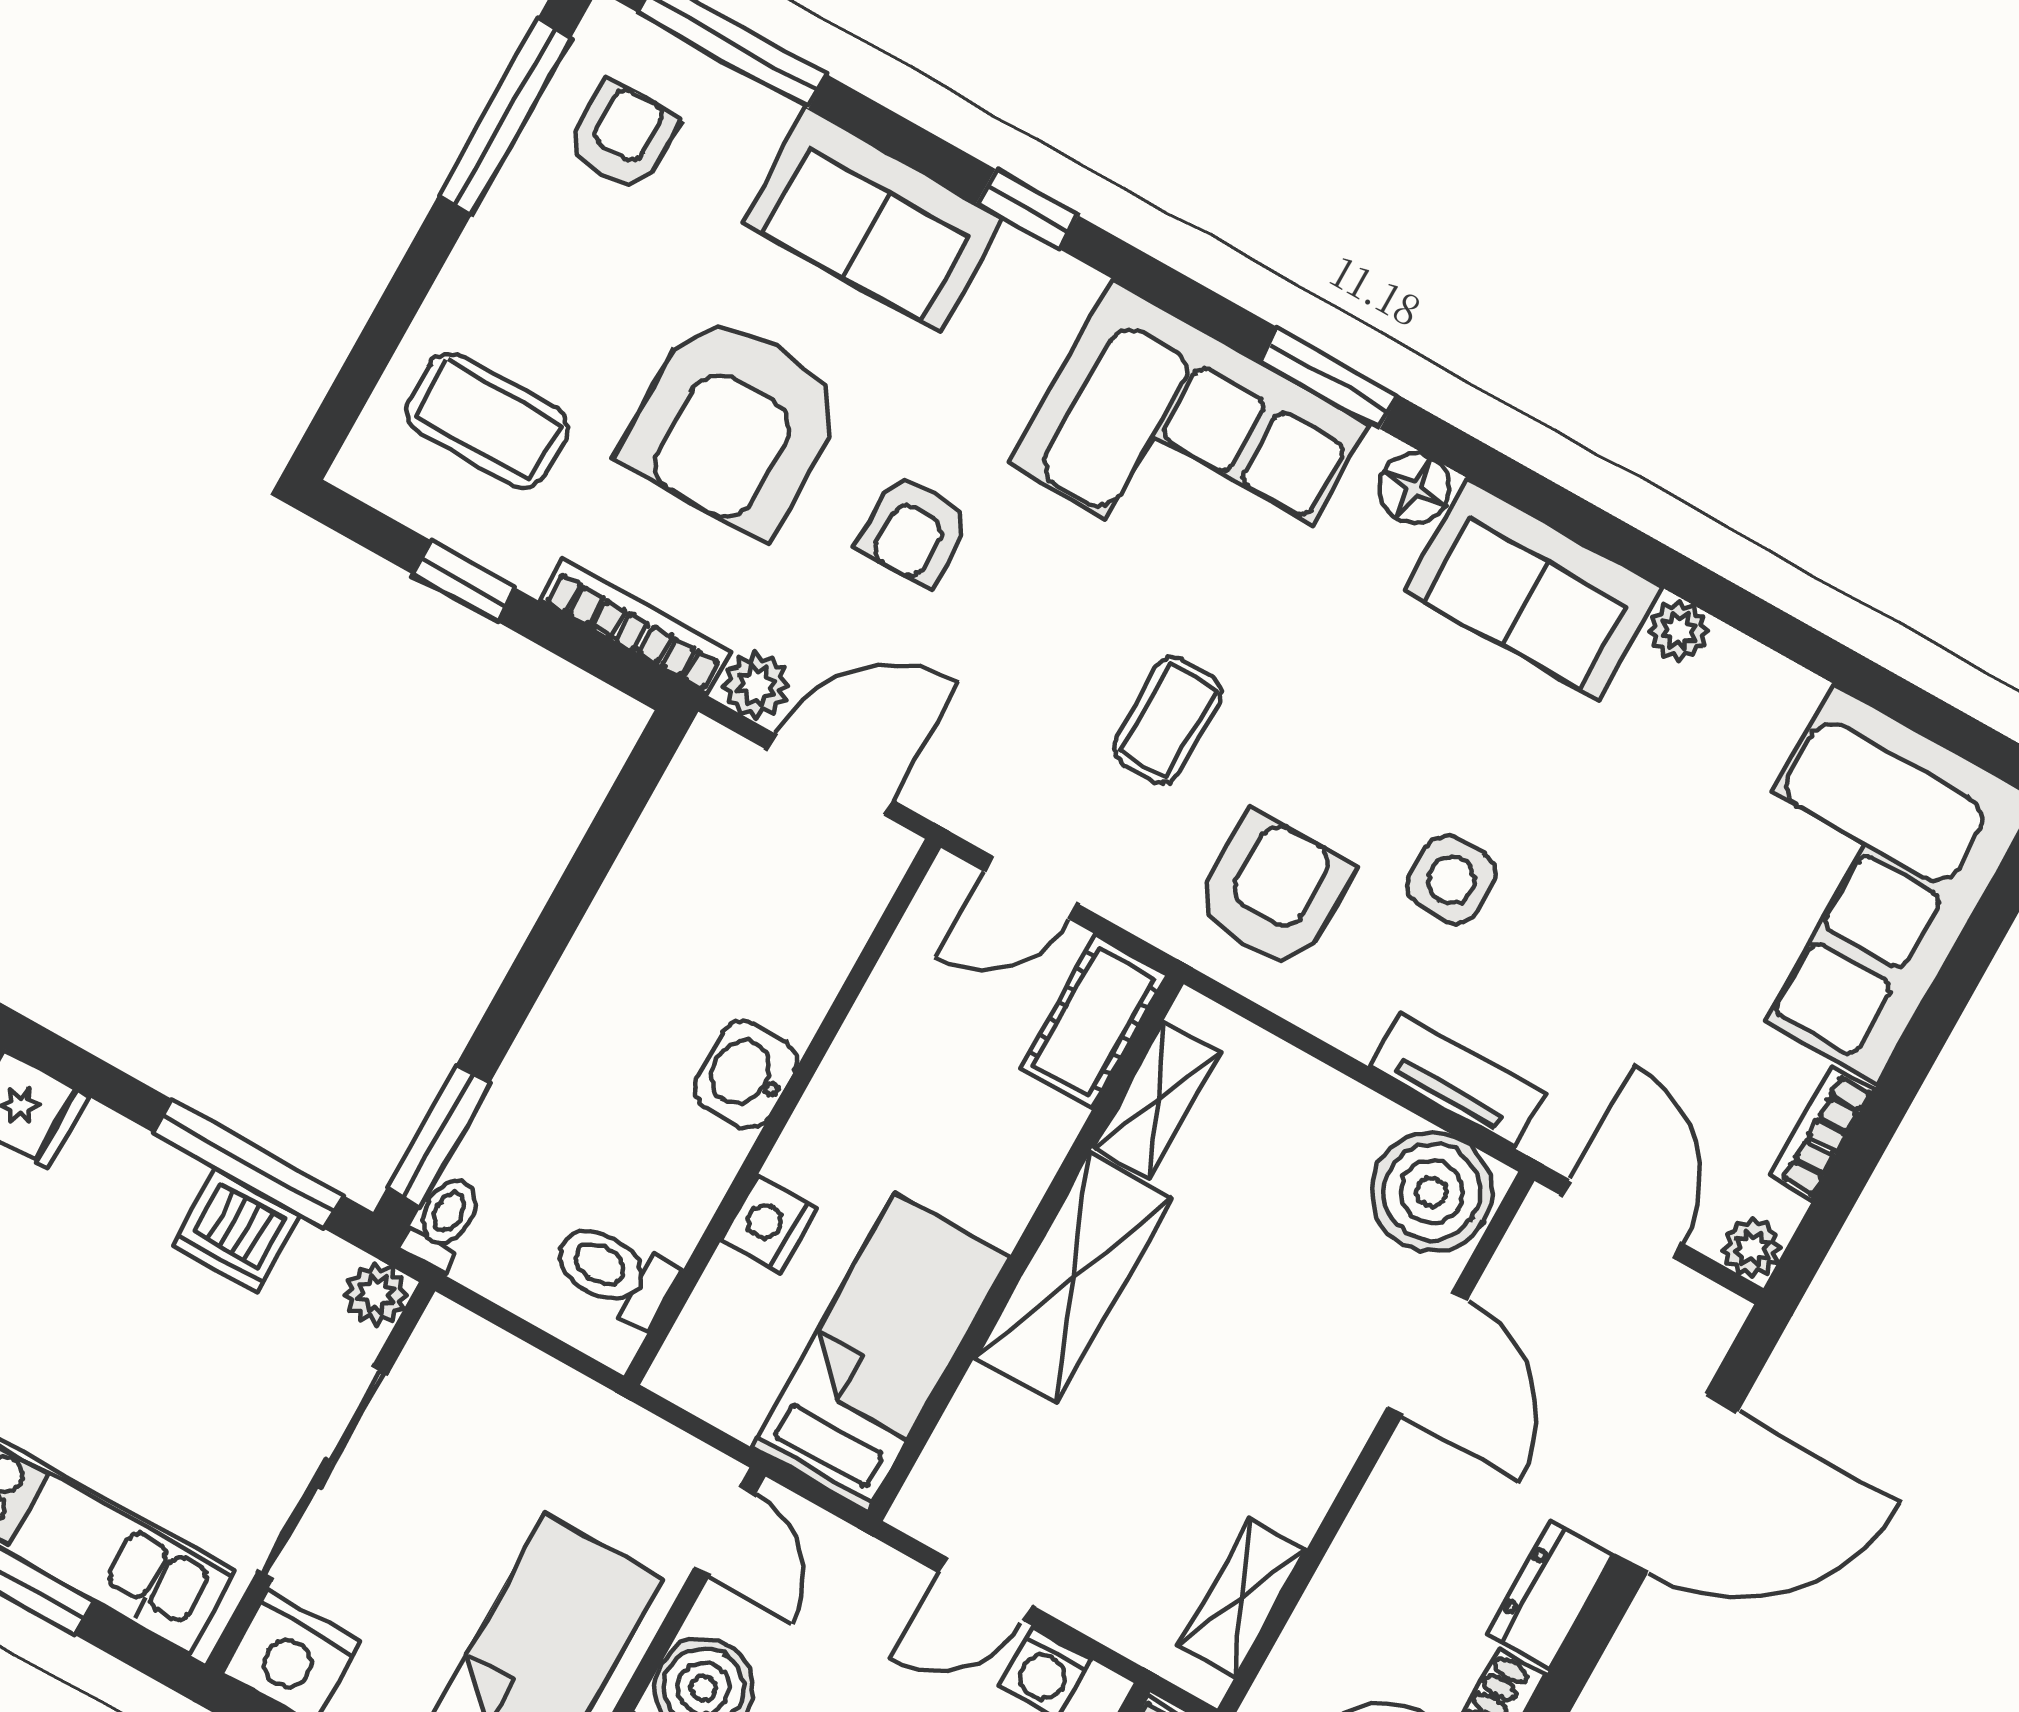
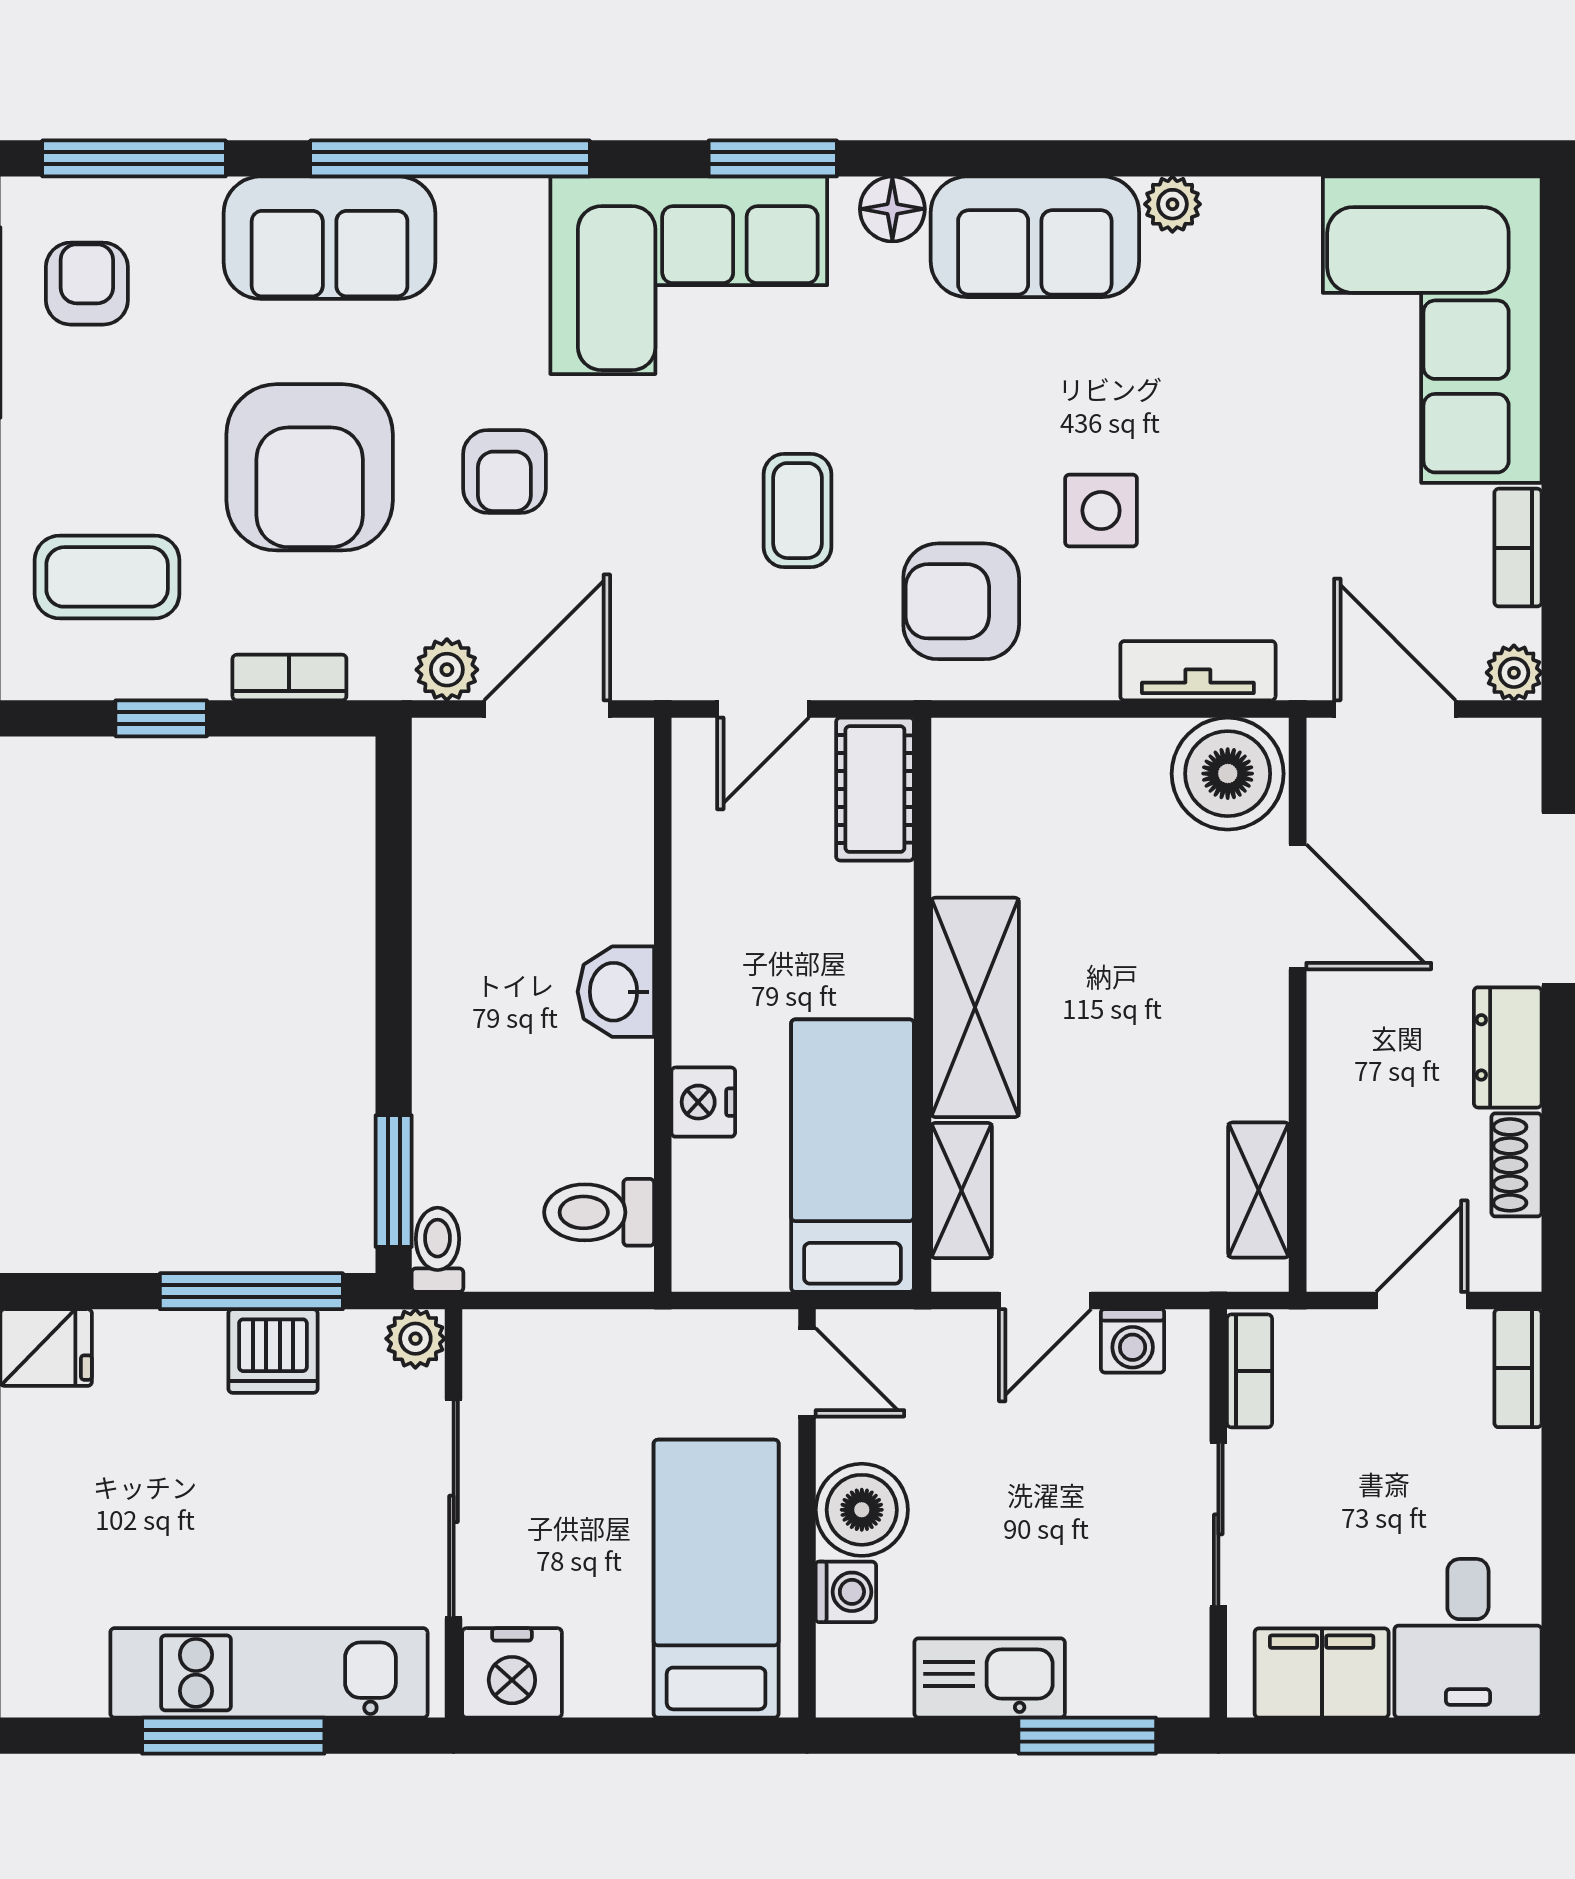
window: (1027, 209) -> (450, 158), width x3.17
bookcase: (635, 627) -> (289, 678), width x0.64
armchair: (1273, 891) -> (961, 601), turned -90
shelving: (1156, 1100) -> (962, 1191), moved

